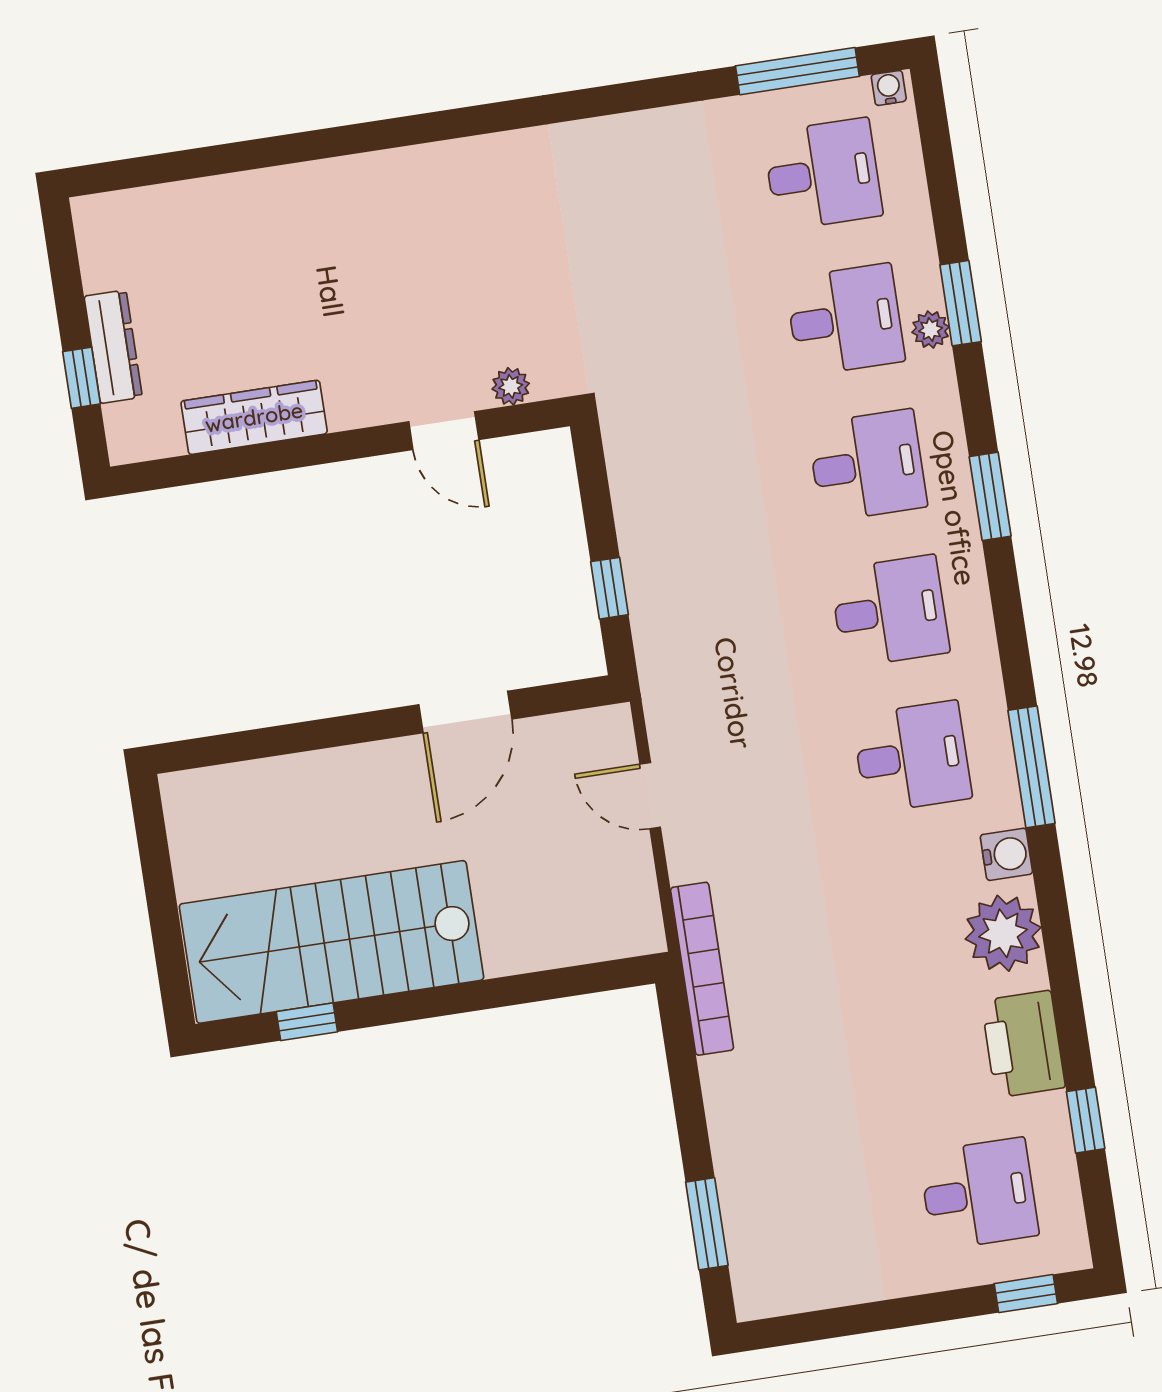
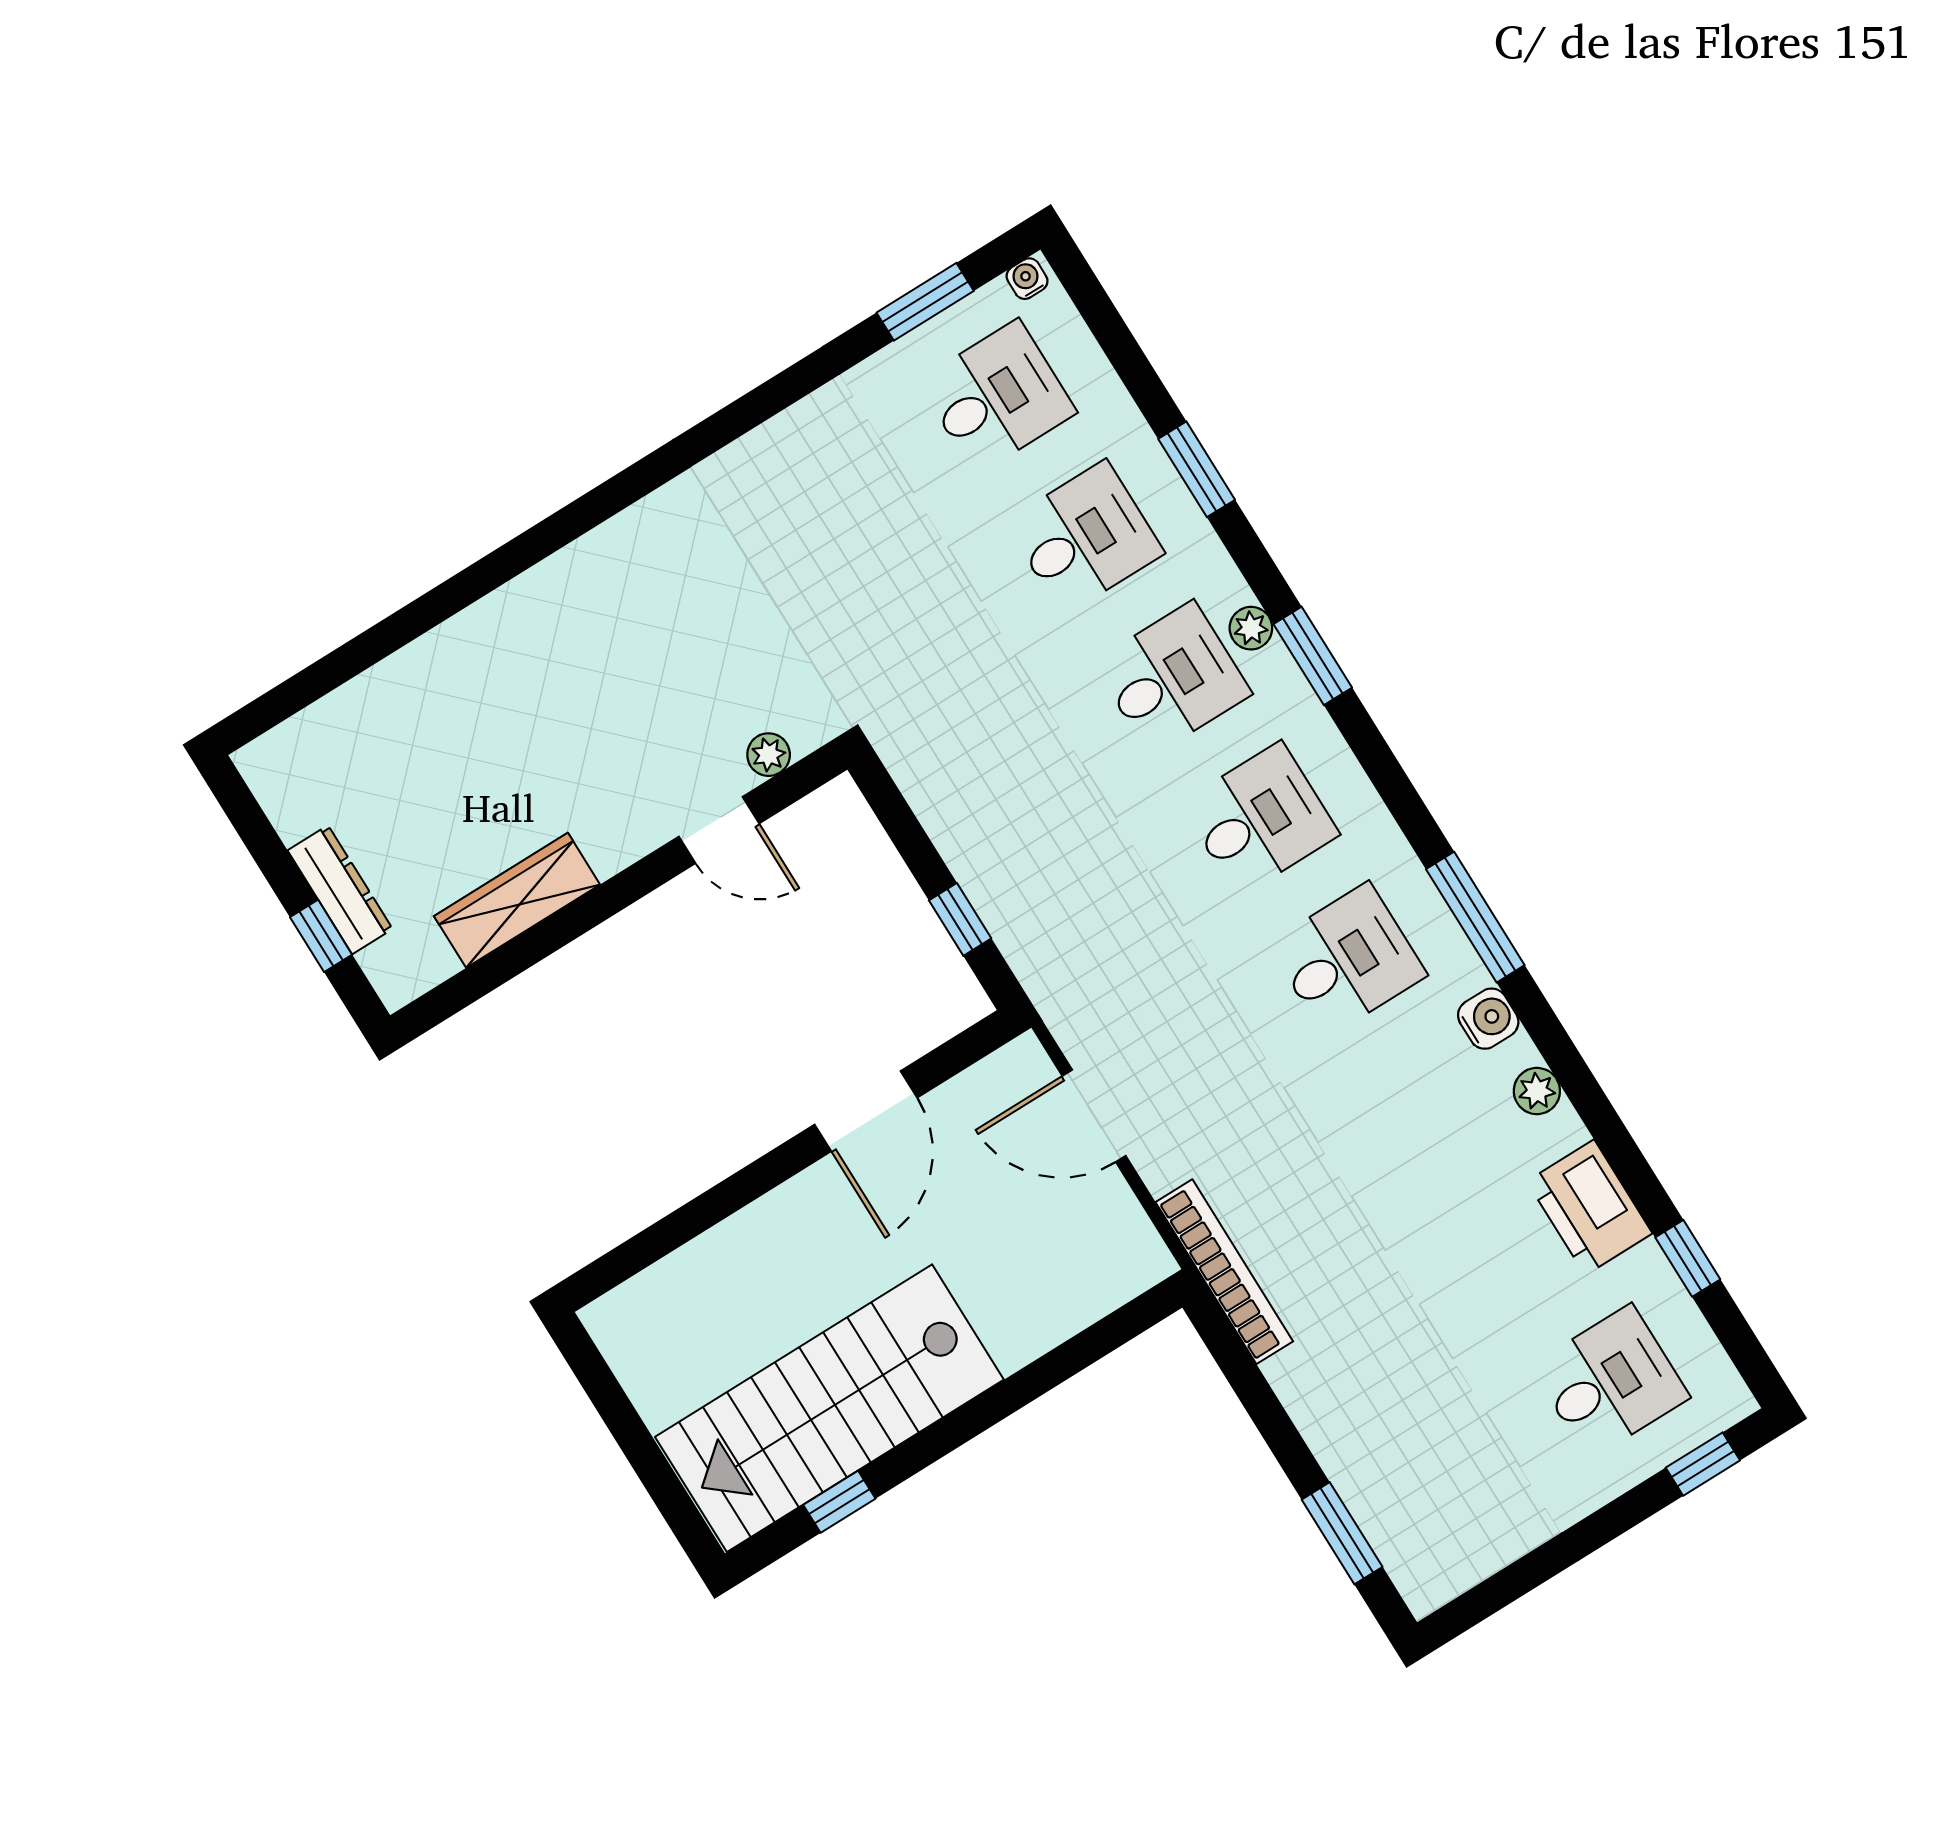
window: (797, 71) -> (925, 302), width x0.69
plant: (931, 330) -> (1251, 628), moved
door: (650, 796) -> (1094, 1116), width x1.38
plant: (1003, 933) -> (1537, 1091), width x0.53, depth x0.53

